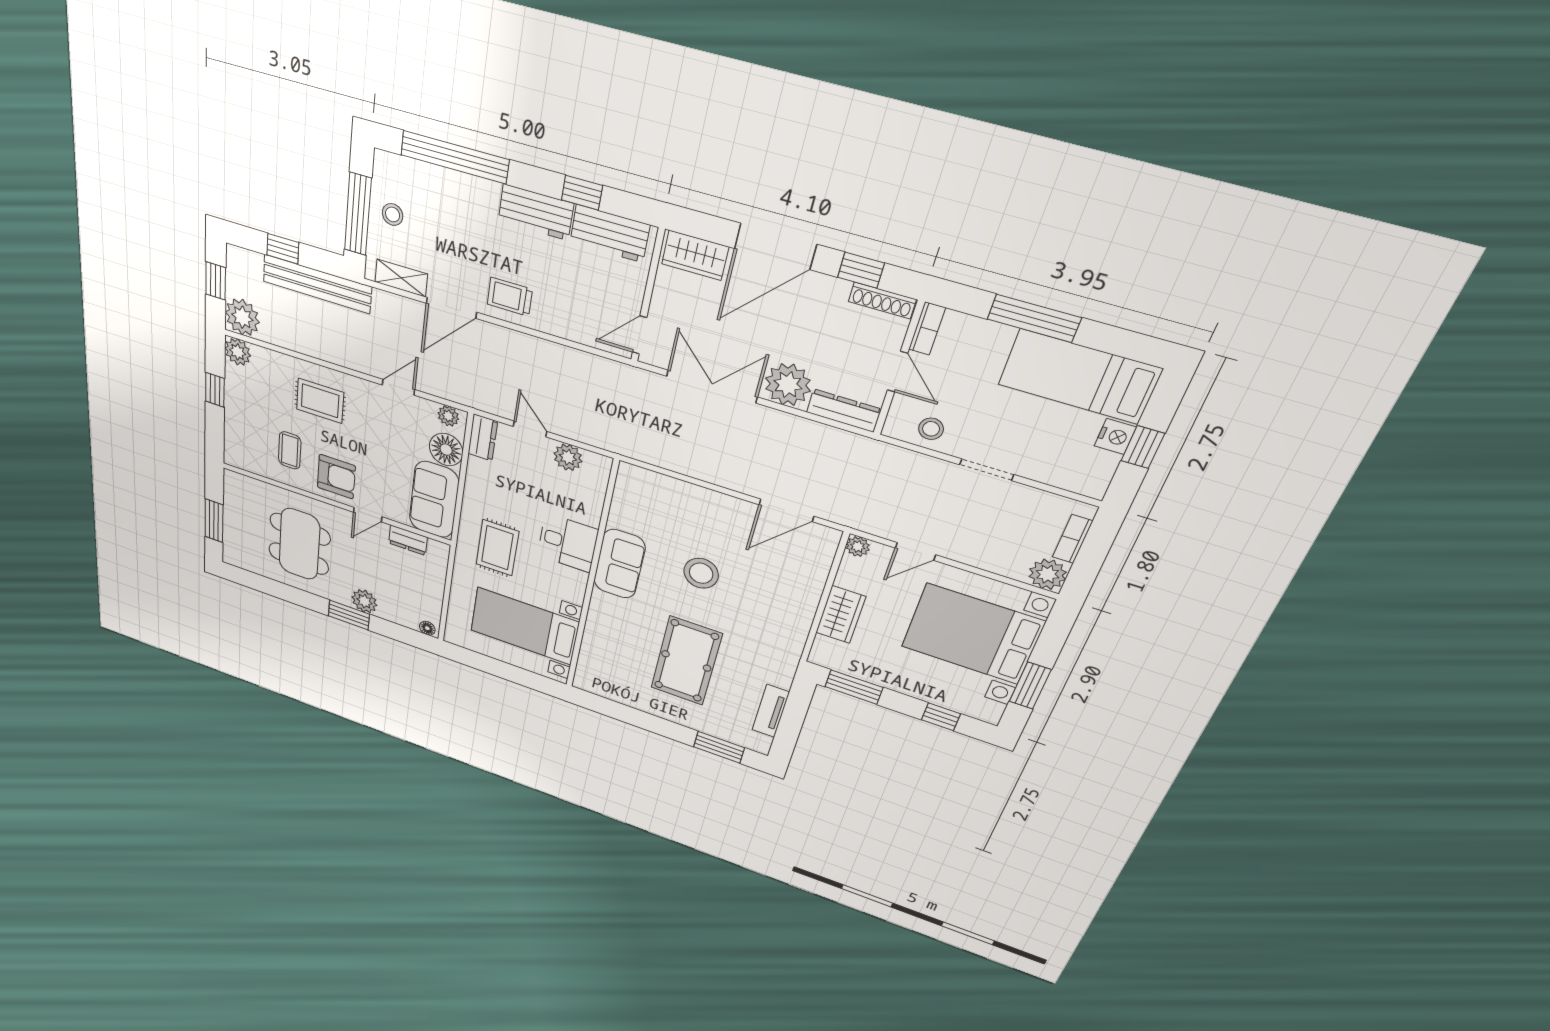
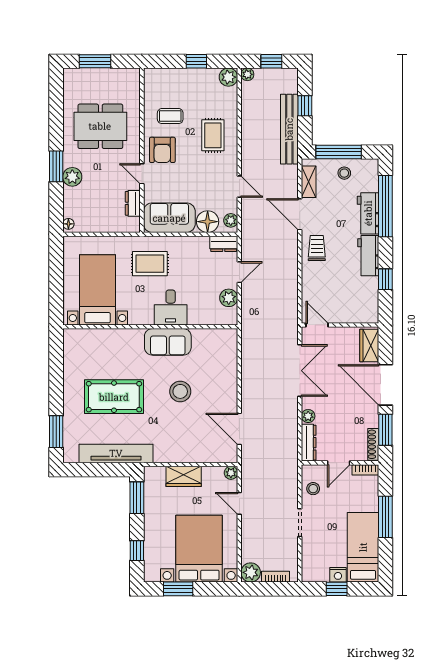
workbench: (610, 234) -> (368, 213), moved
window: (861, 270) -> (385, 430), width x1.50
plant: (242, 317) -> (247, 74), width x0.53, depth x0.53
plant: (788, 385) -> (308, 416), width x0.53, depth x0.53
tv unit: (771, 711) -> (116, 453), width x1.92, depth x1.29

